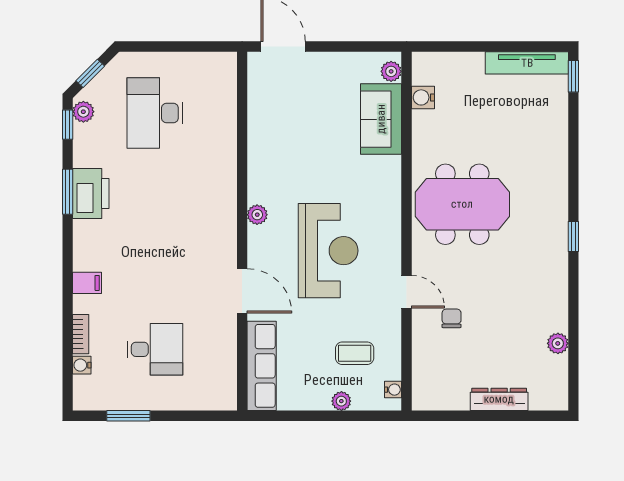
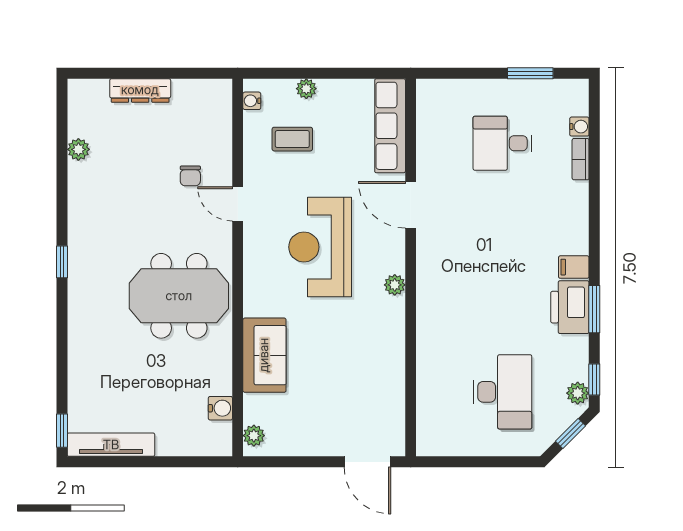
sofa: (381, 119) -> (264, 355), moved
filing cabinet: (87, 283) -> (574, 267), moved

